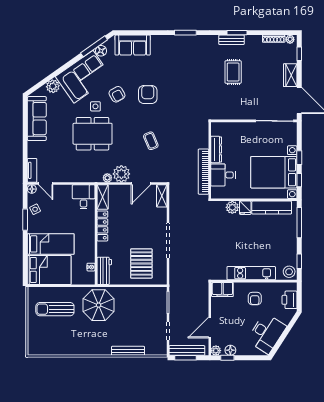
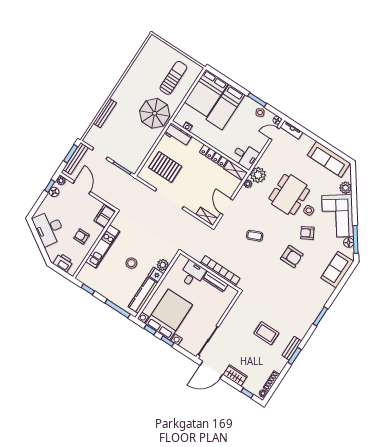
bookcase: (203, 172) -> (220, 271), moved
plant: (121, 174) -> (258, 175), moved
stool: (289, 272) -> (131, 263), moved

